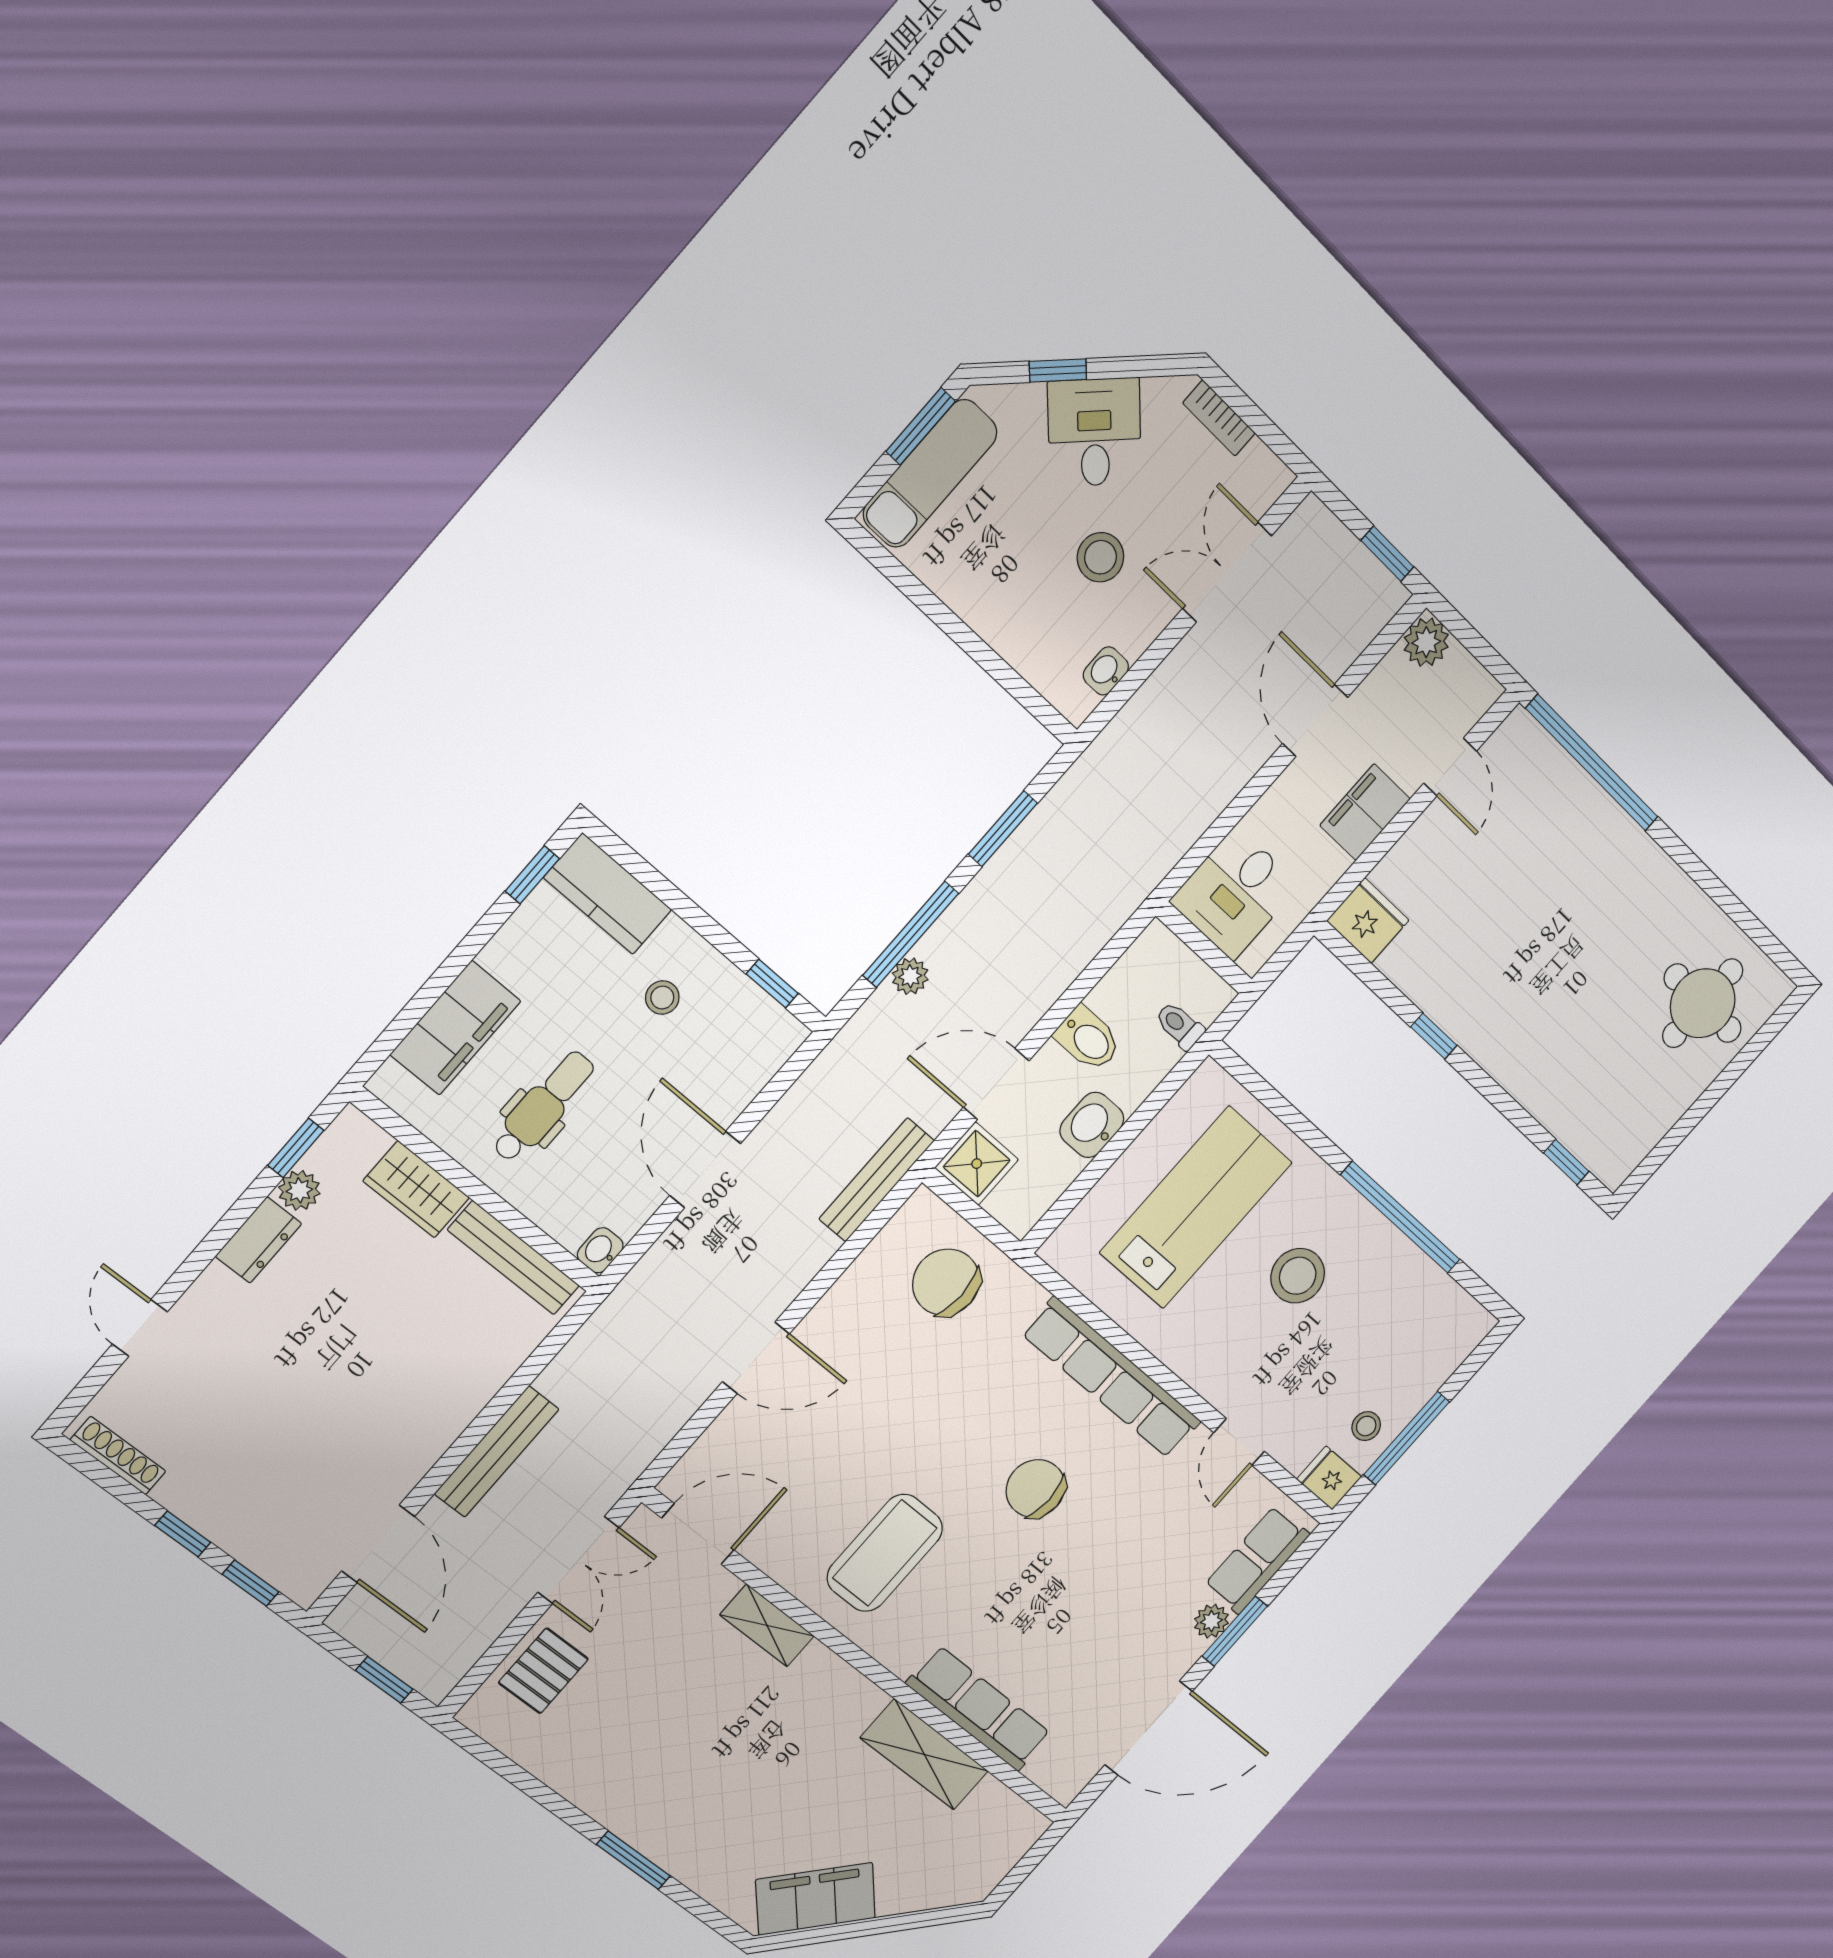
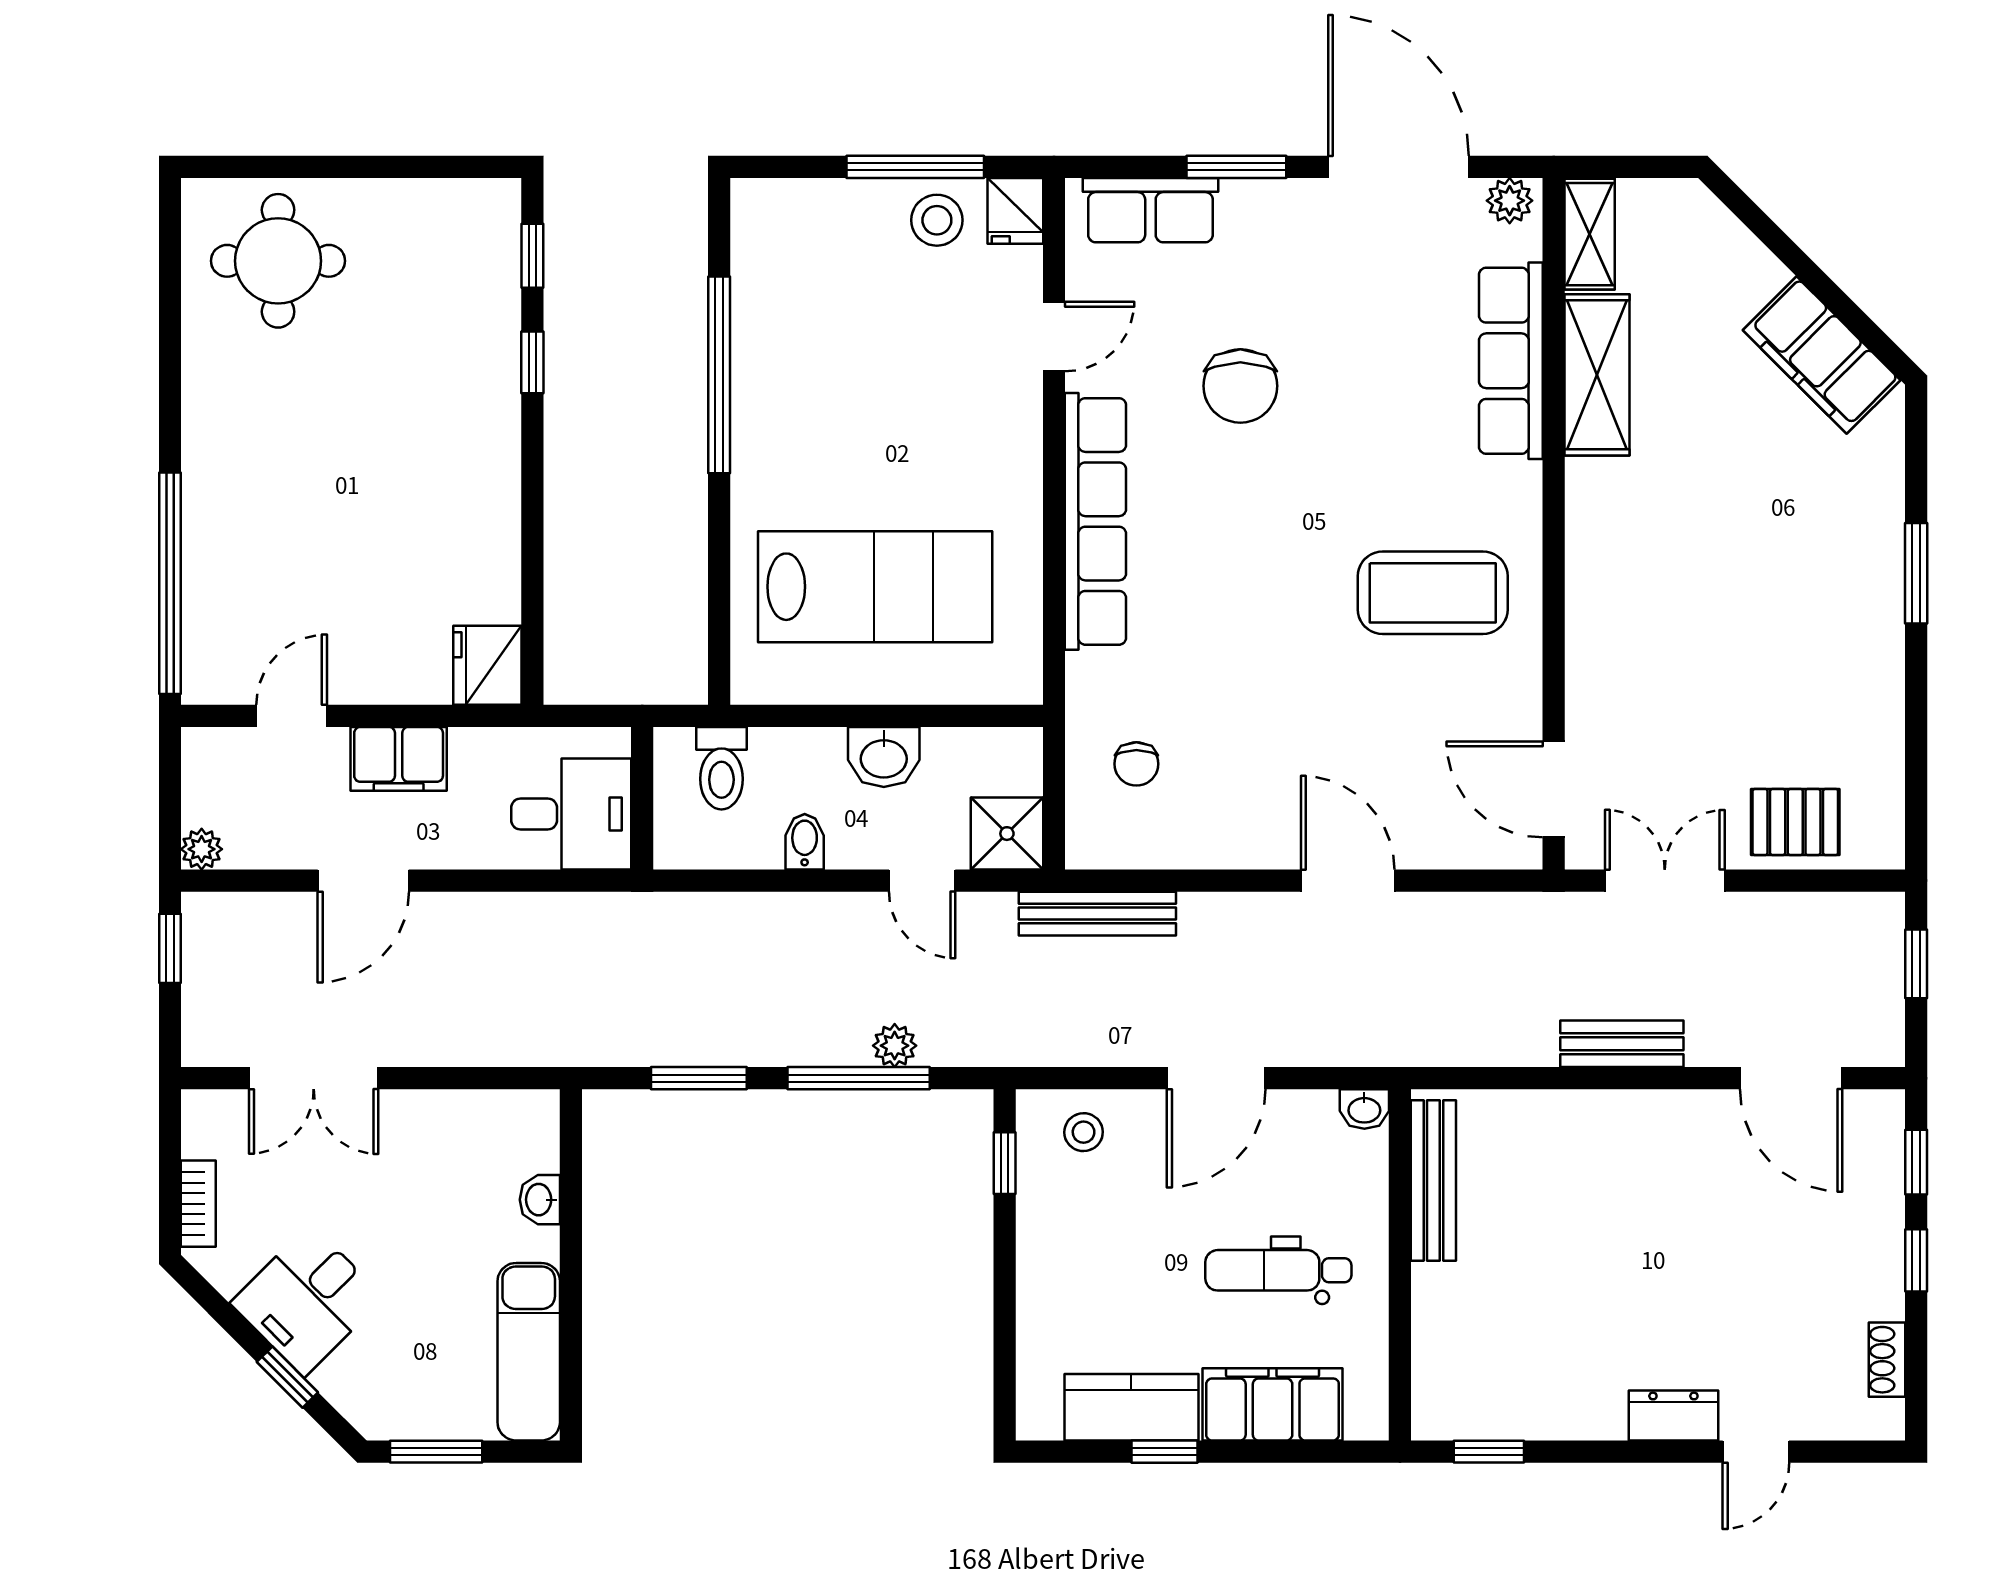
exam couch: (930, 473) -> (529, 1352), moved, turned -90
stool: (1101, 557) -> (401, 1201), removed
plant: (1426, 642) -> (202, 849), width x0.73, depth x0.73
washbasin: (1106, 671) -> (540, 1200), moved, turned 90
window: (532, 875) -> (1165, 1452), moved
kitchen counter: (608, 894) -> (1131, 1407), moved, turned -90
stool: (662, 998) -> (1084, 1132), moved
toilet: (1180, 1026) -> (721, 768), width x1.37, depth x1.39
window: (1434, 1036) -> (532, 362), moved
bidet: (1088, 1039) -> (805, 842), width x0.72, depth x0.74
door: (996, 1084) -> (922, 881), width x0.73
wardrobe: (416, 1189) -> (1441, 1318), removed
plant: (299, 1190) -> (1524, 1417), removed
lab bench: (1196, 1208) -> (875, 587), turned 180
dresser: (258, 1240) -> (1673, 1416), moved
stool: (1298, 1276) -> (855, 426), removed
chair: (946, 1282) -> (1136, 764), width x0.54, depth x0.54
stool: (1366, 1426) -> (937, 220), width x1.37, depth x1.37
bench: (497, 1452) -> (1622, 1044), width x0.73
shoe rack: (118, 1456) -> (1887, 1360), width x0.70
chair: (1036, 1489) -> (1240, 386), moved
door: (378, 1544) -> (1791, 1078), swing flipped
plant: (1211, 1621) -> (1510, 201), moved
shelving: (767, 1625) -> (1590, 234), moved

